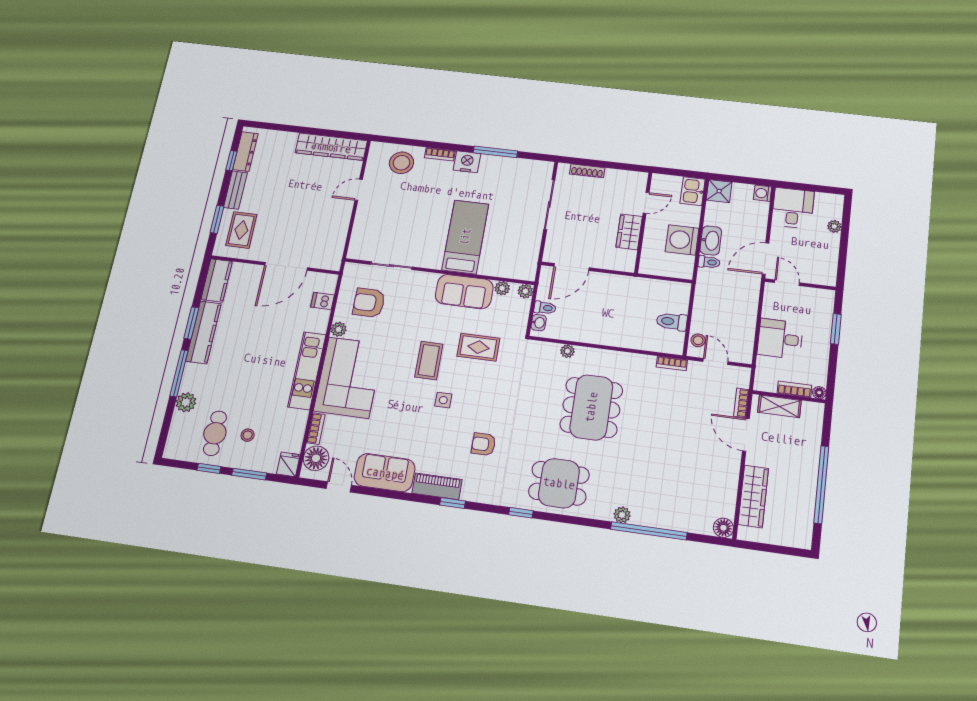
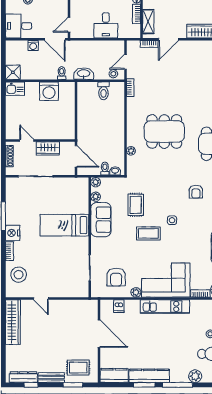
washing machine: (763, 193) -> (33, 45), moved
door: (646, 203) -> (27, 141), moved
wall: (643, 222) -> (40, 141), moved
wardrobe: (629, 232) -> (48, 148), moved
washbasin: (711, 240) -> (84, 74), moved

